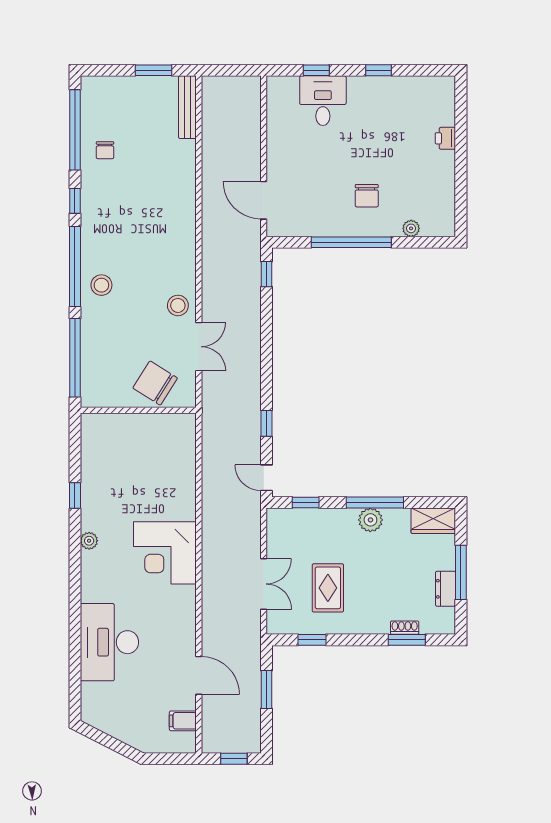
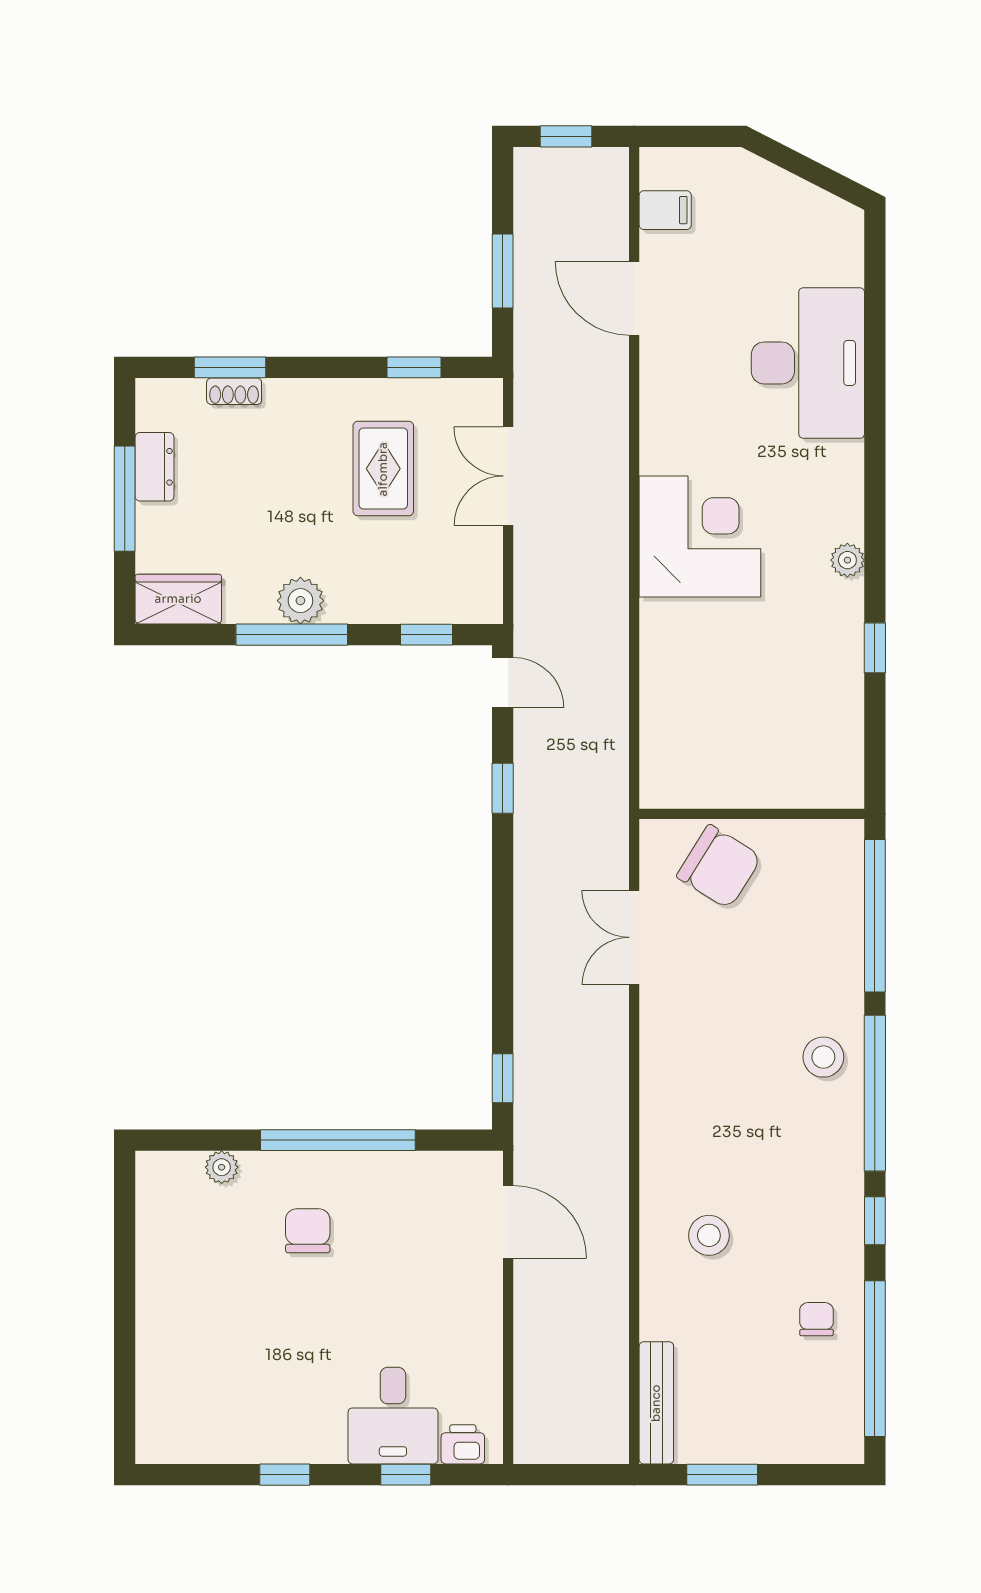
printer: (445, 138) -> (463, 1444), moved, turned -90
stool: (178, 305) -> (709, 1235), moved

